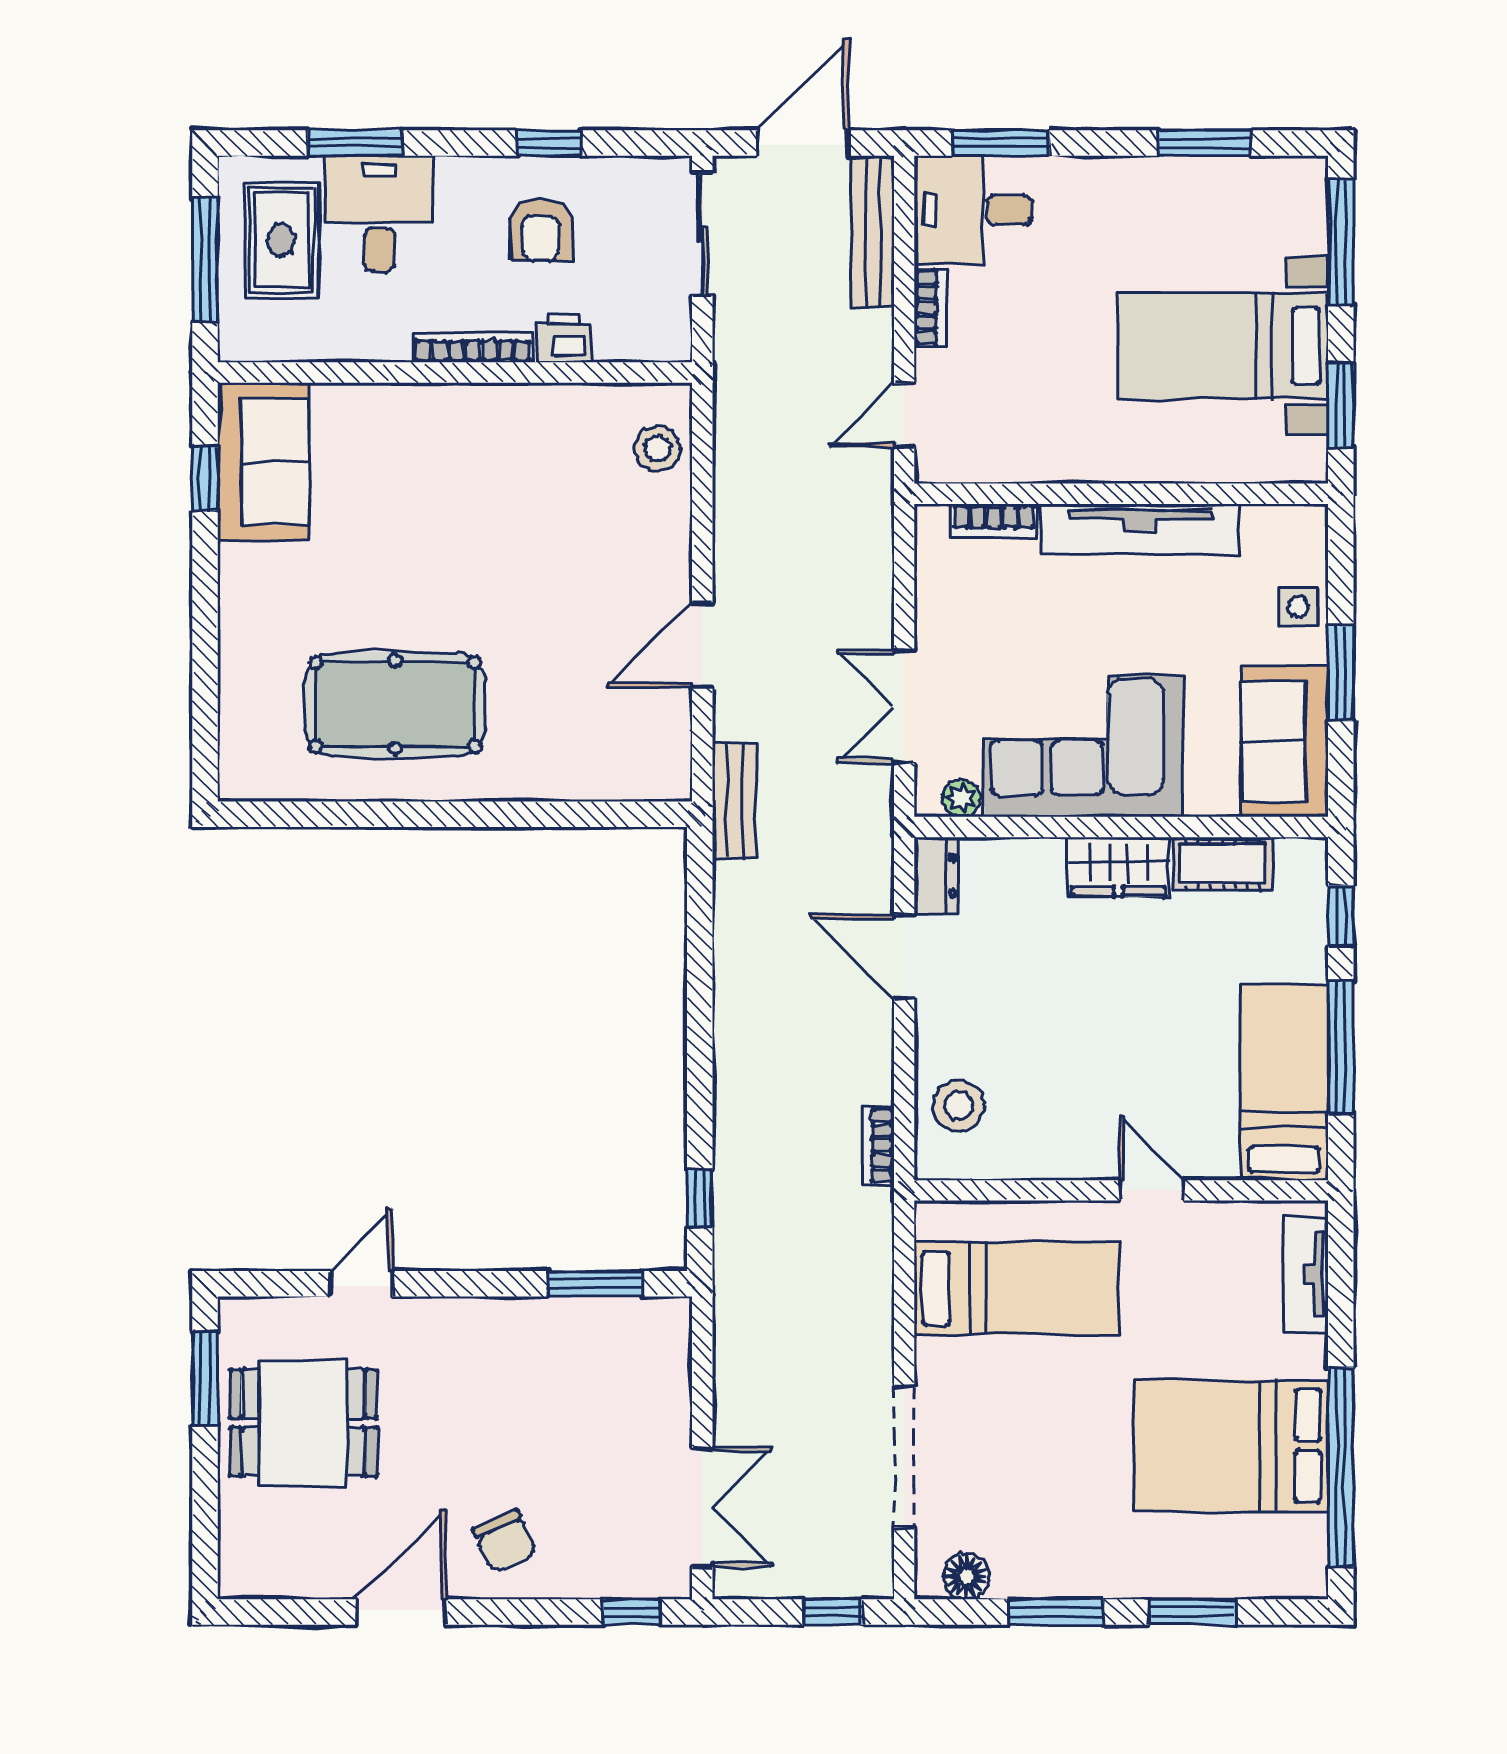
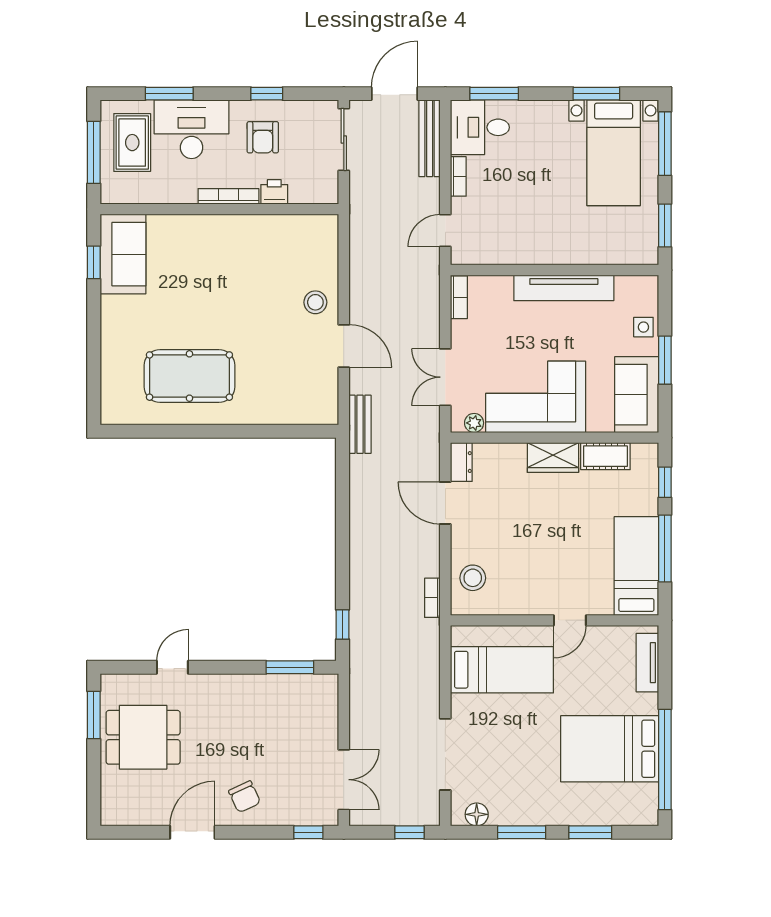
desk: (379, 214) -> (192, 129), width x1.37
bed with nightstands: (1223, 346) -> (614, 153), moved, turned -90
stool: (658, 449) -> (315, 302), moved
bookcase: (994, 521) -> (459, 297), moved, turned -90
door: (702, 645) -> (344, 346), swing flipped
door: (1152, 1190) -> (570, 620), swing flipped

